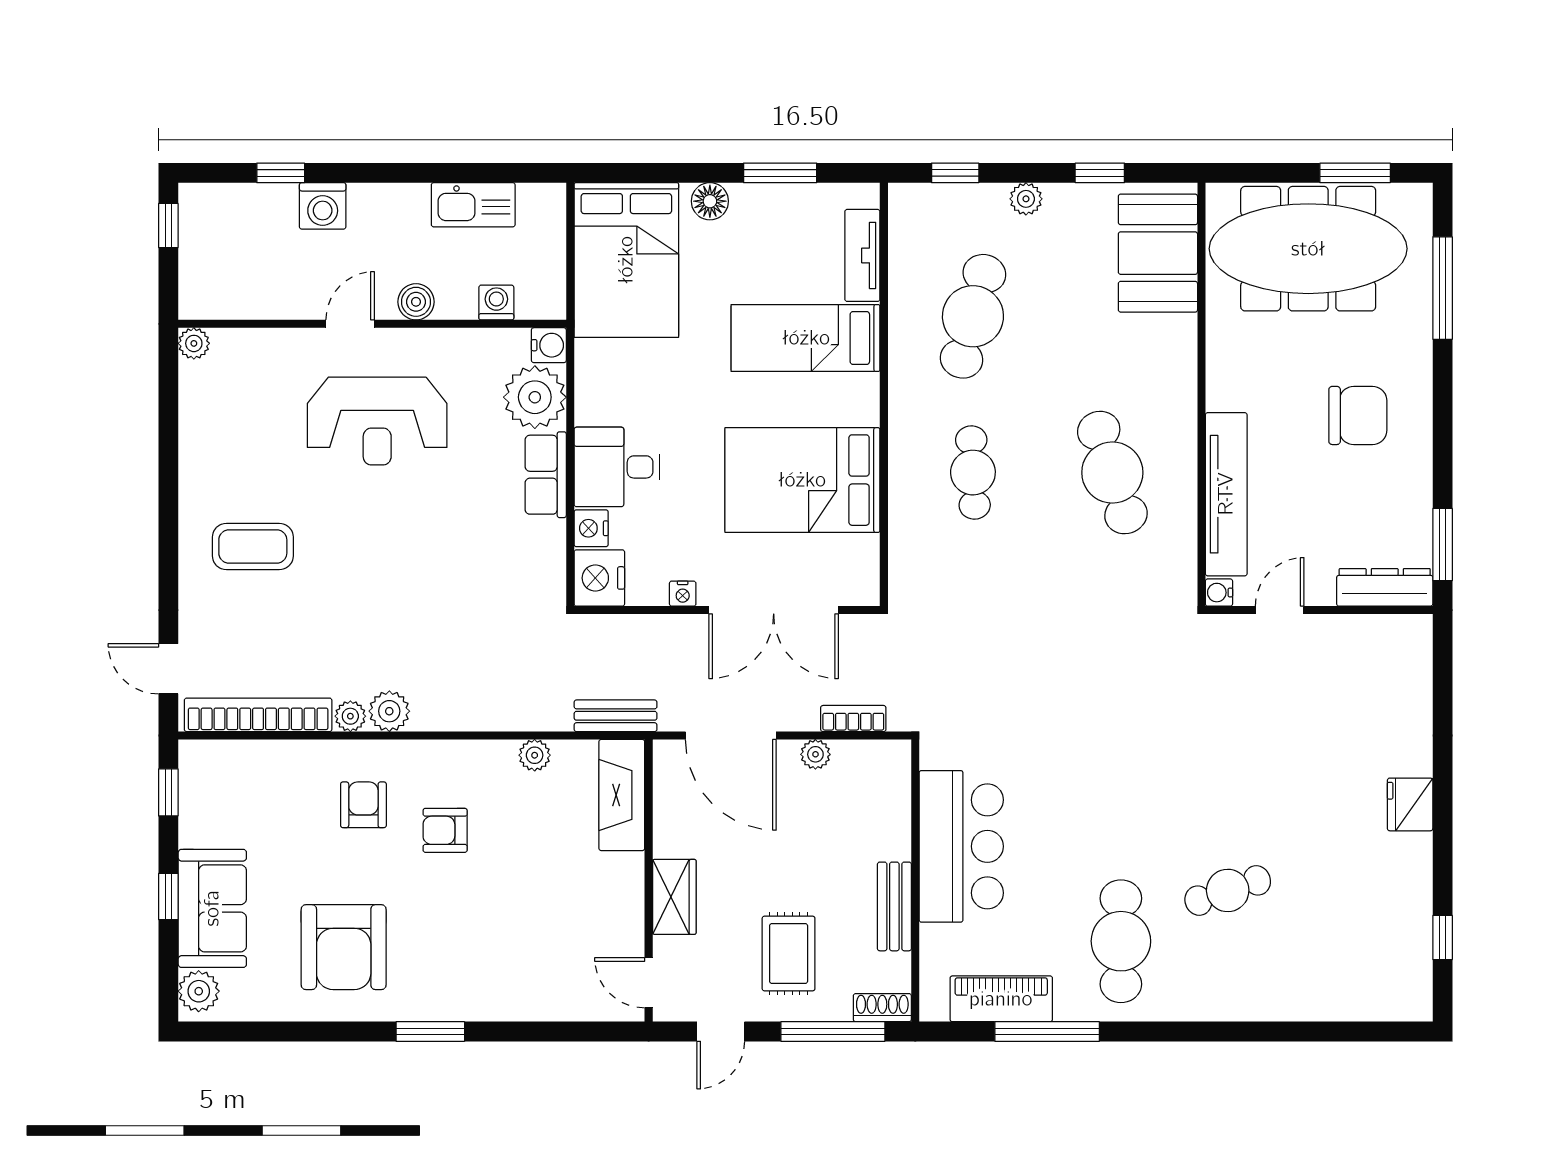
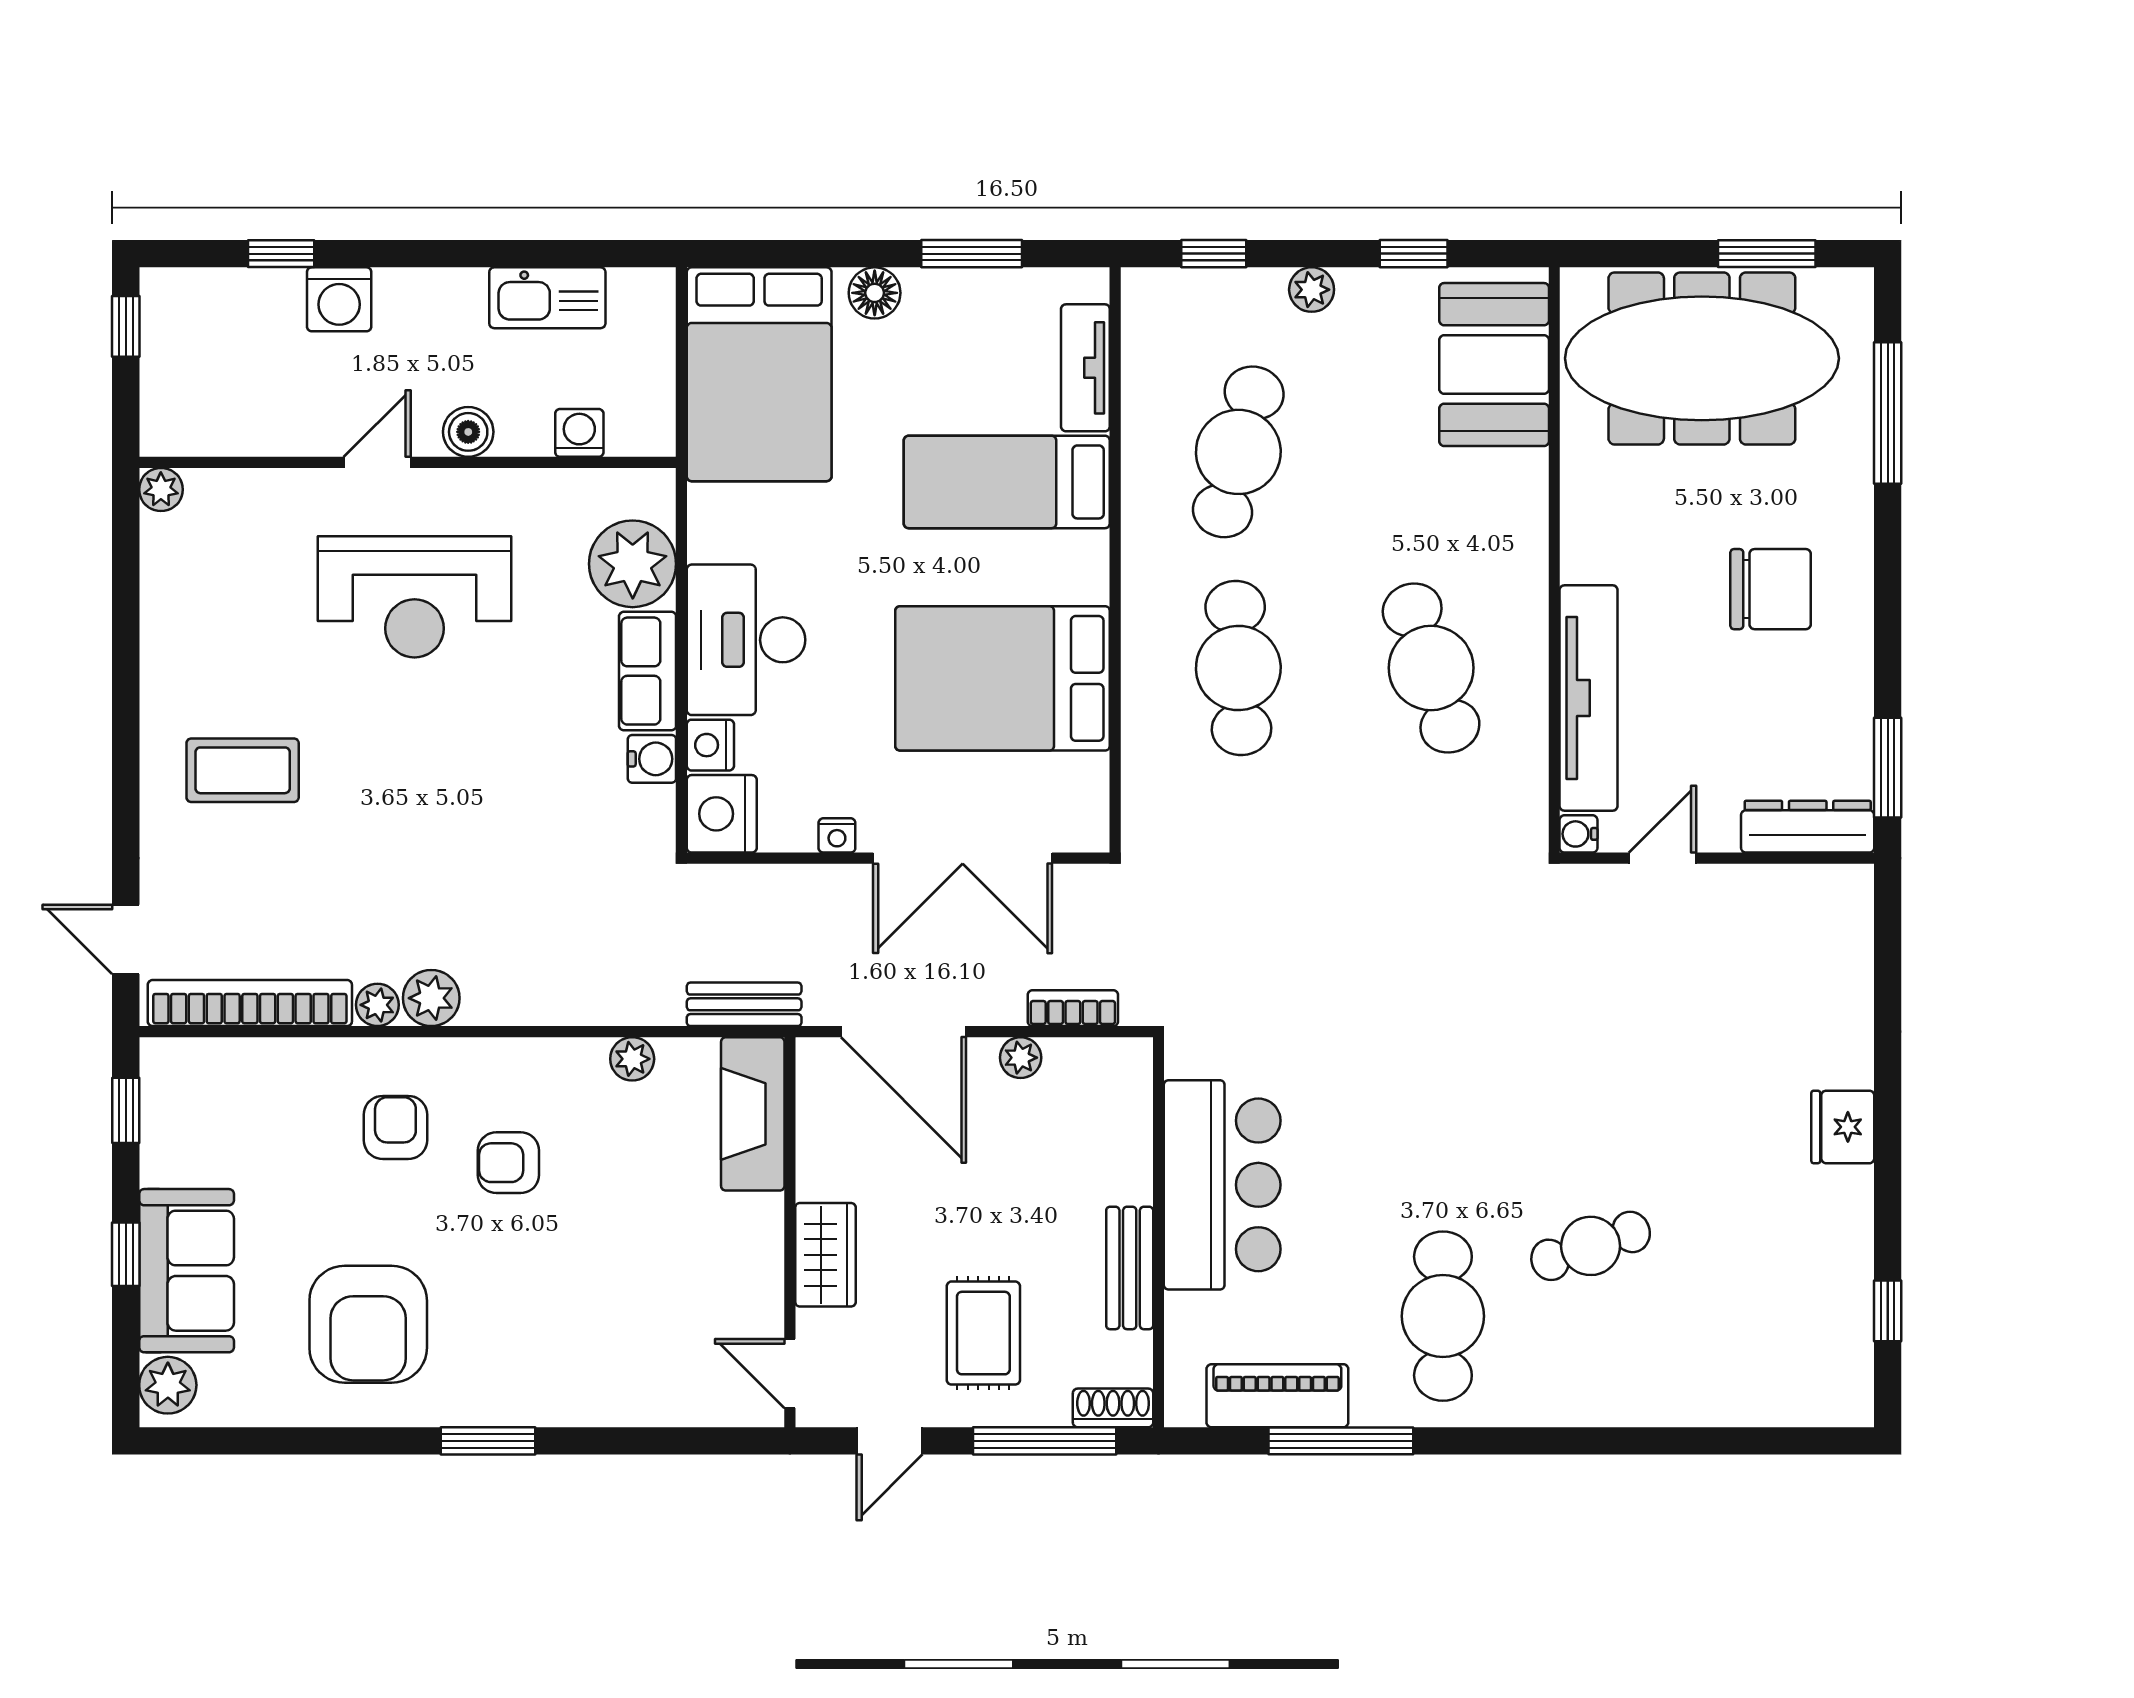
water cooler: (549, 345) -> (652, 759), moved
desk: (617, 467) -> (746, 640), width x1.37
cafe table: (973, 473) -> (1238, 668), width x1.37, depth x1.35

